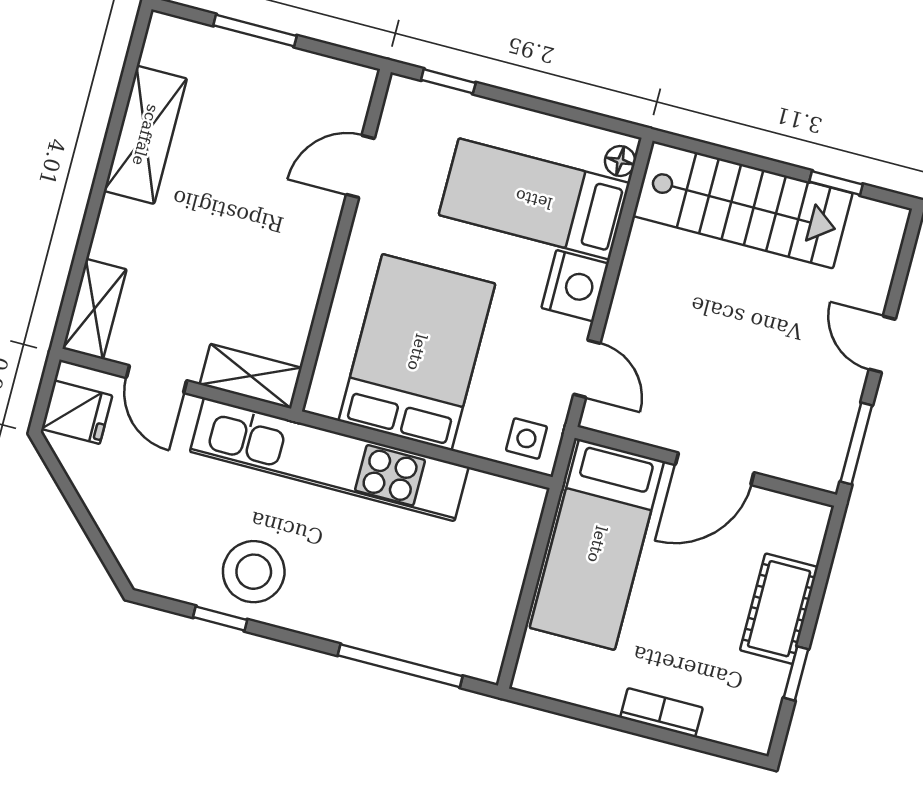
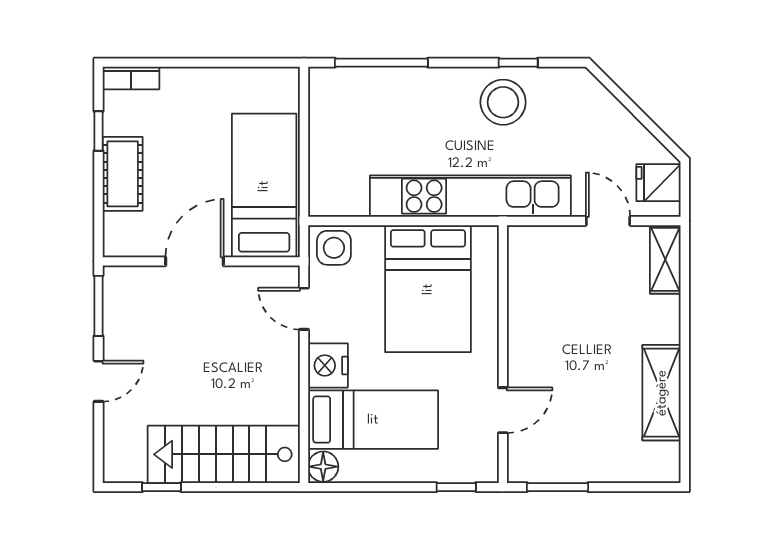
window: (255, 31) -> (557, 487), moved
floor lamp: (620, 161) -> (323, 467), width x1.37, depth x1.37
door: (882, 344) -> (98, 381), hinge flipped
shelving: (251, 376) -> (542, 241), removed
side table: (526, 438) -> (334, 248), width x1.37, depth x1.37
bookcase: (661, 713) -> (131, 78), moved

